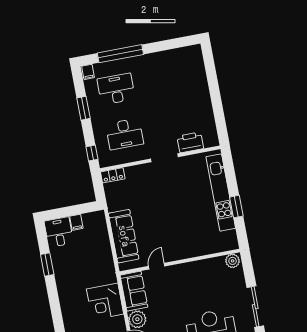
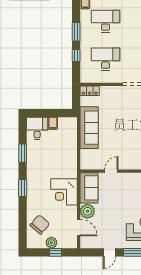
desk: (125, 134) -> (106, 59), turned 180
window: (92, 153) -> (76, 55), moved
sofa: (124, 236) -> (89, 128), moved
window: (55, 306) -> (23, 188), added

